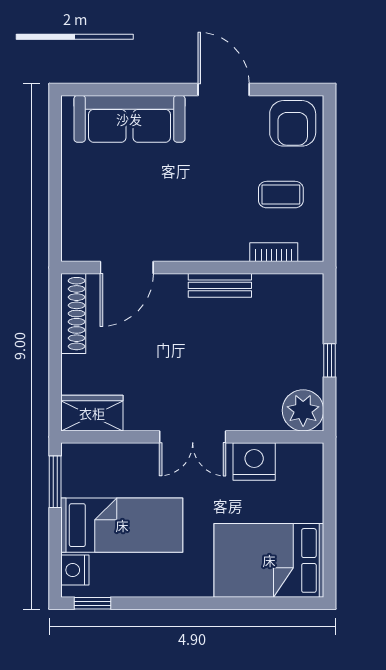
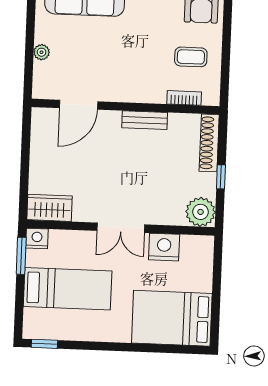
plant: (72, 196) -> (42, 52), added
shoe rack: (73, 314) -> (209, 143), moved, turned 180
nightstand: (75, 570) -> (37, 239), moved, turned 90

